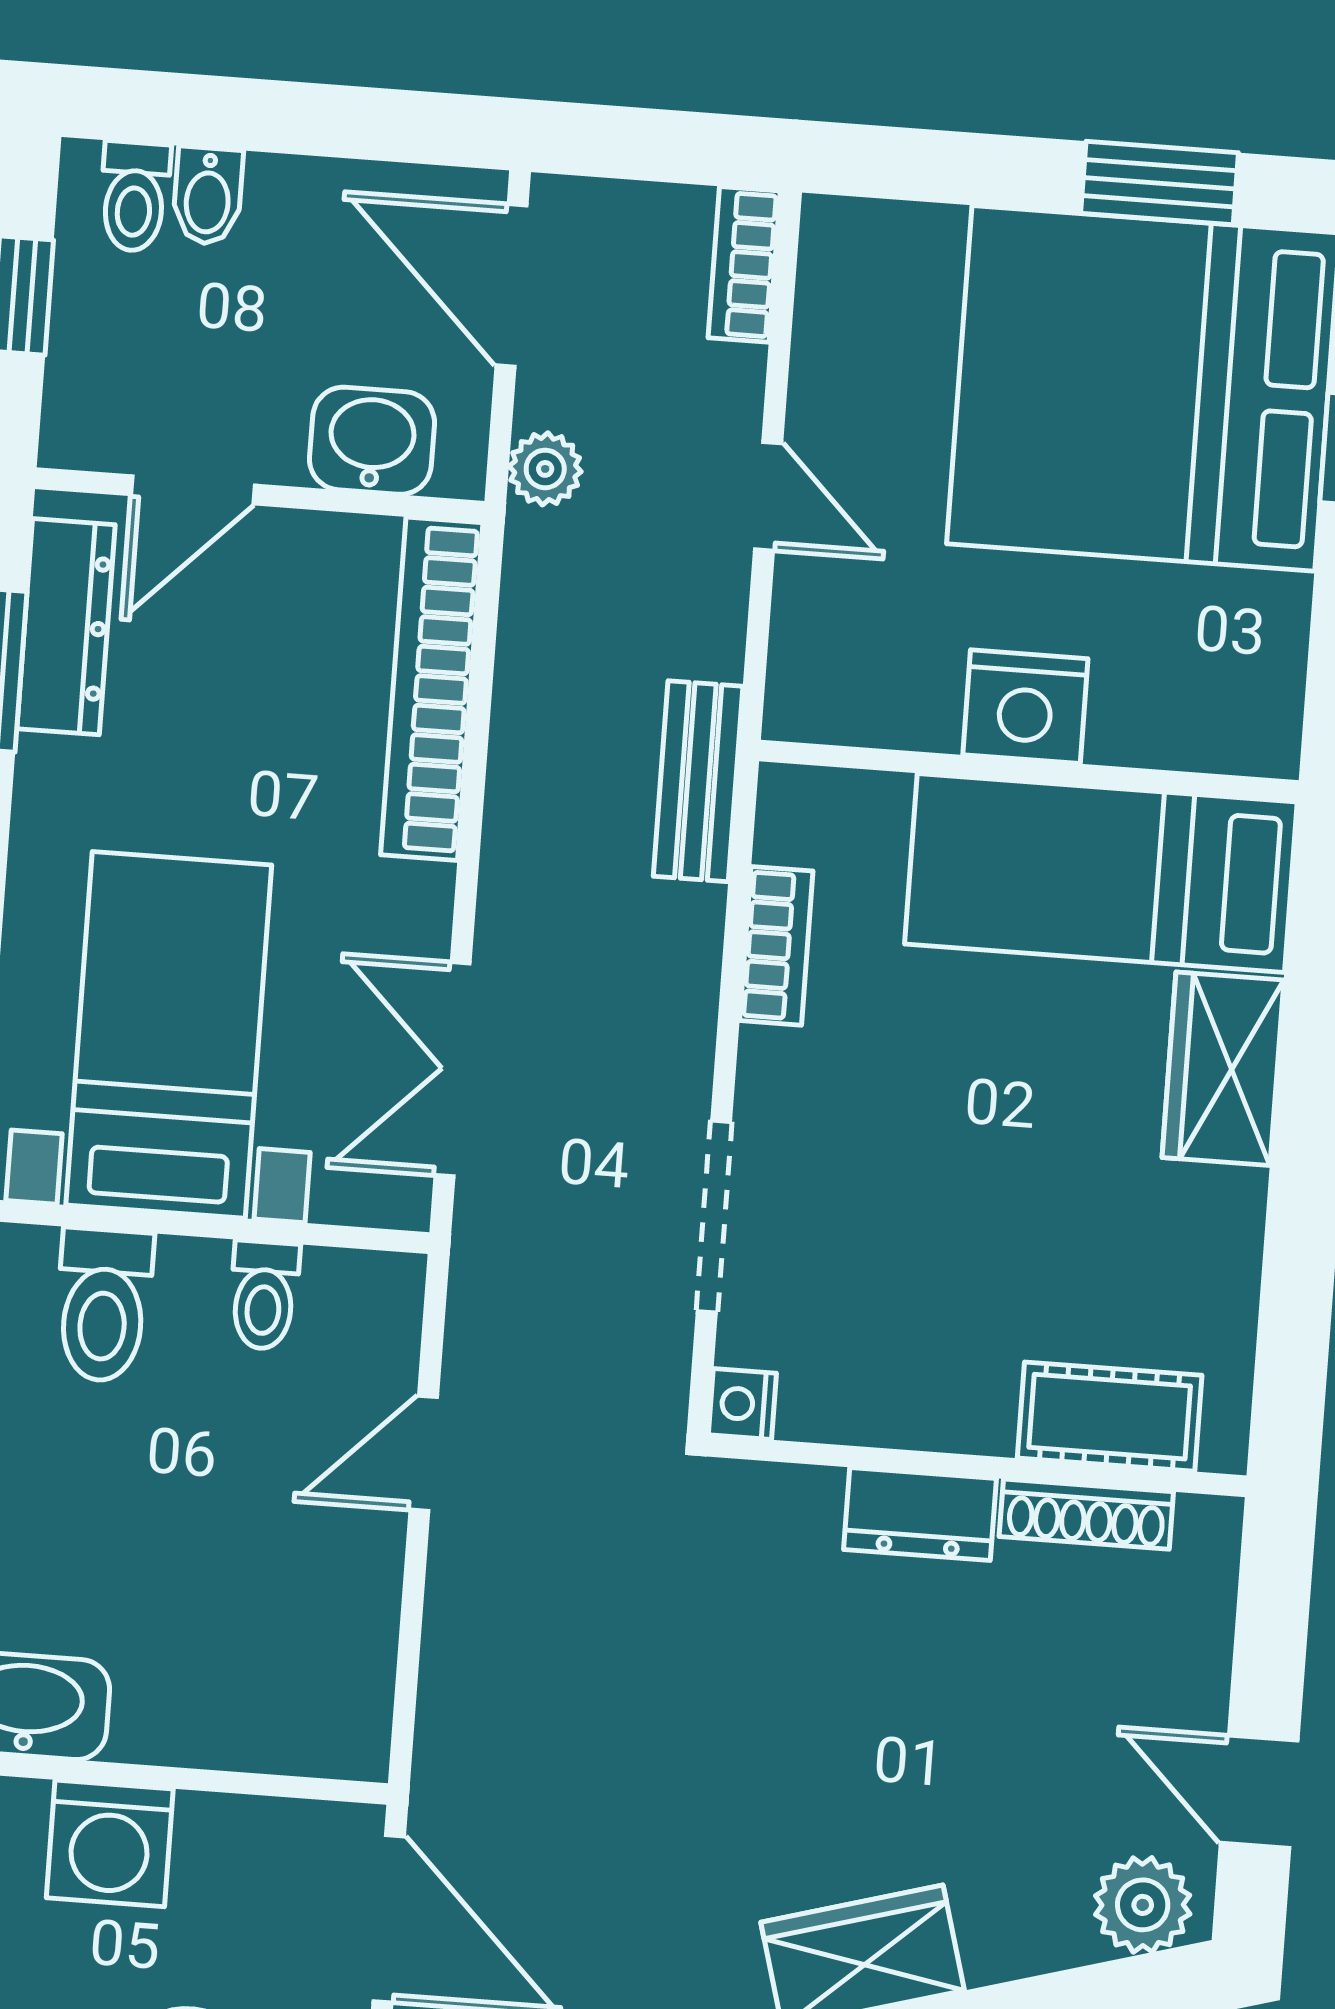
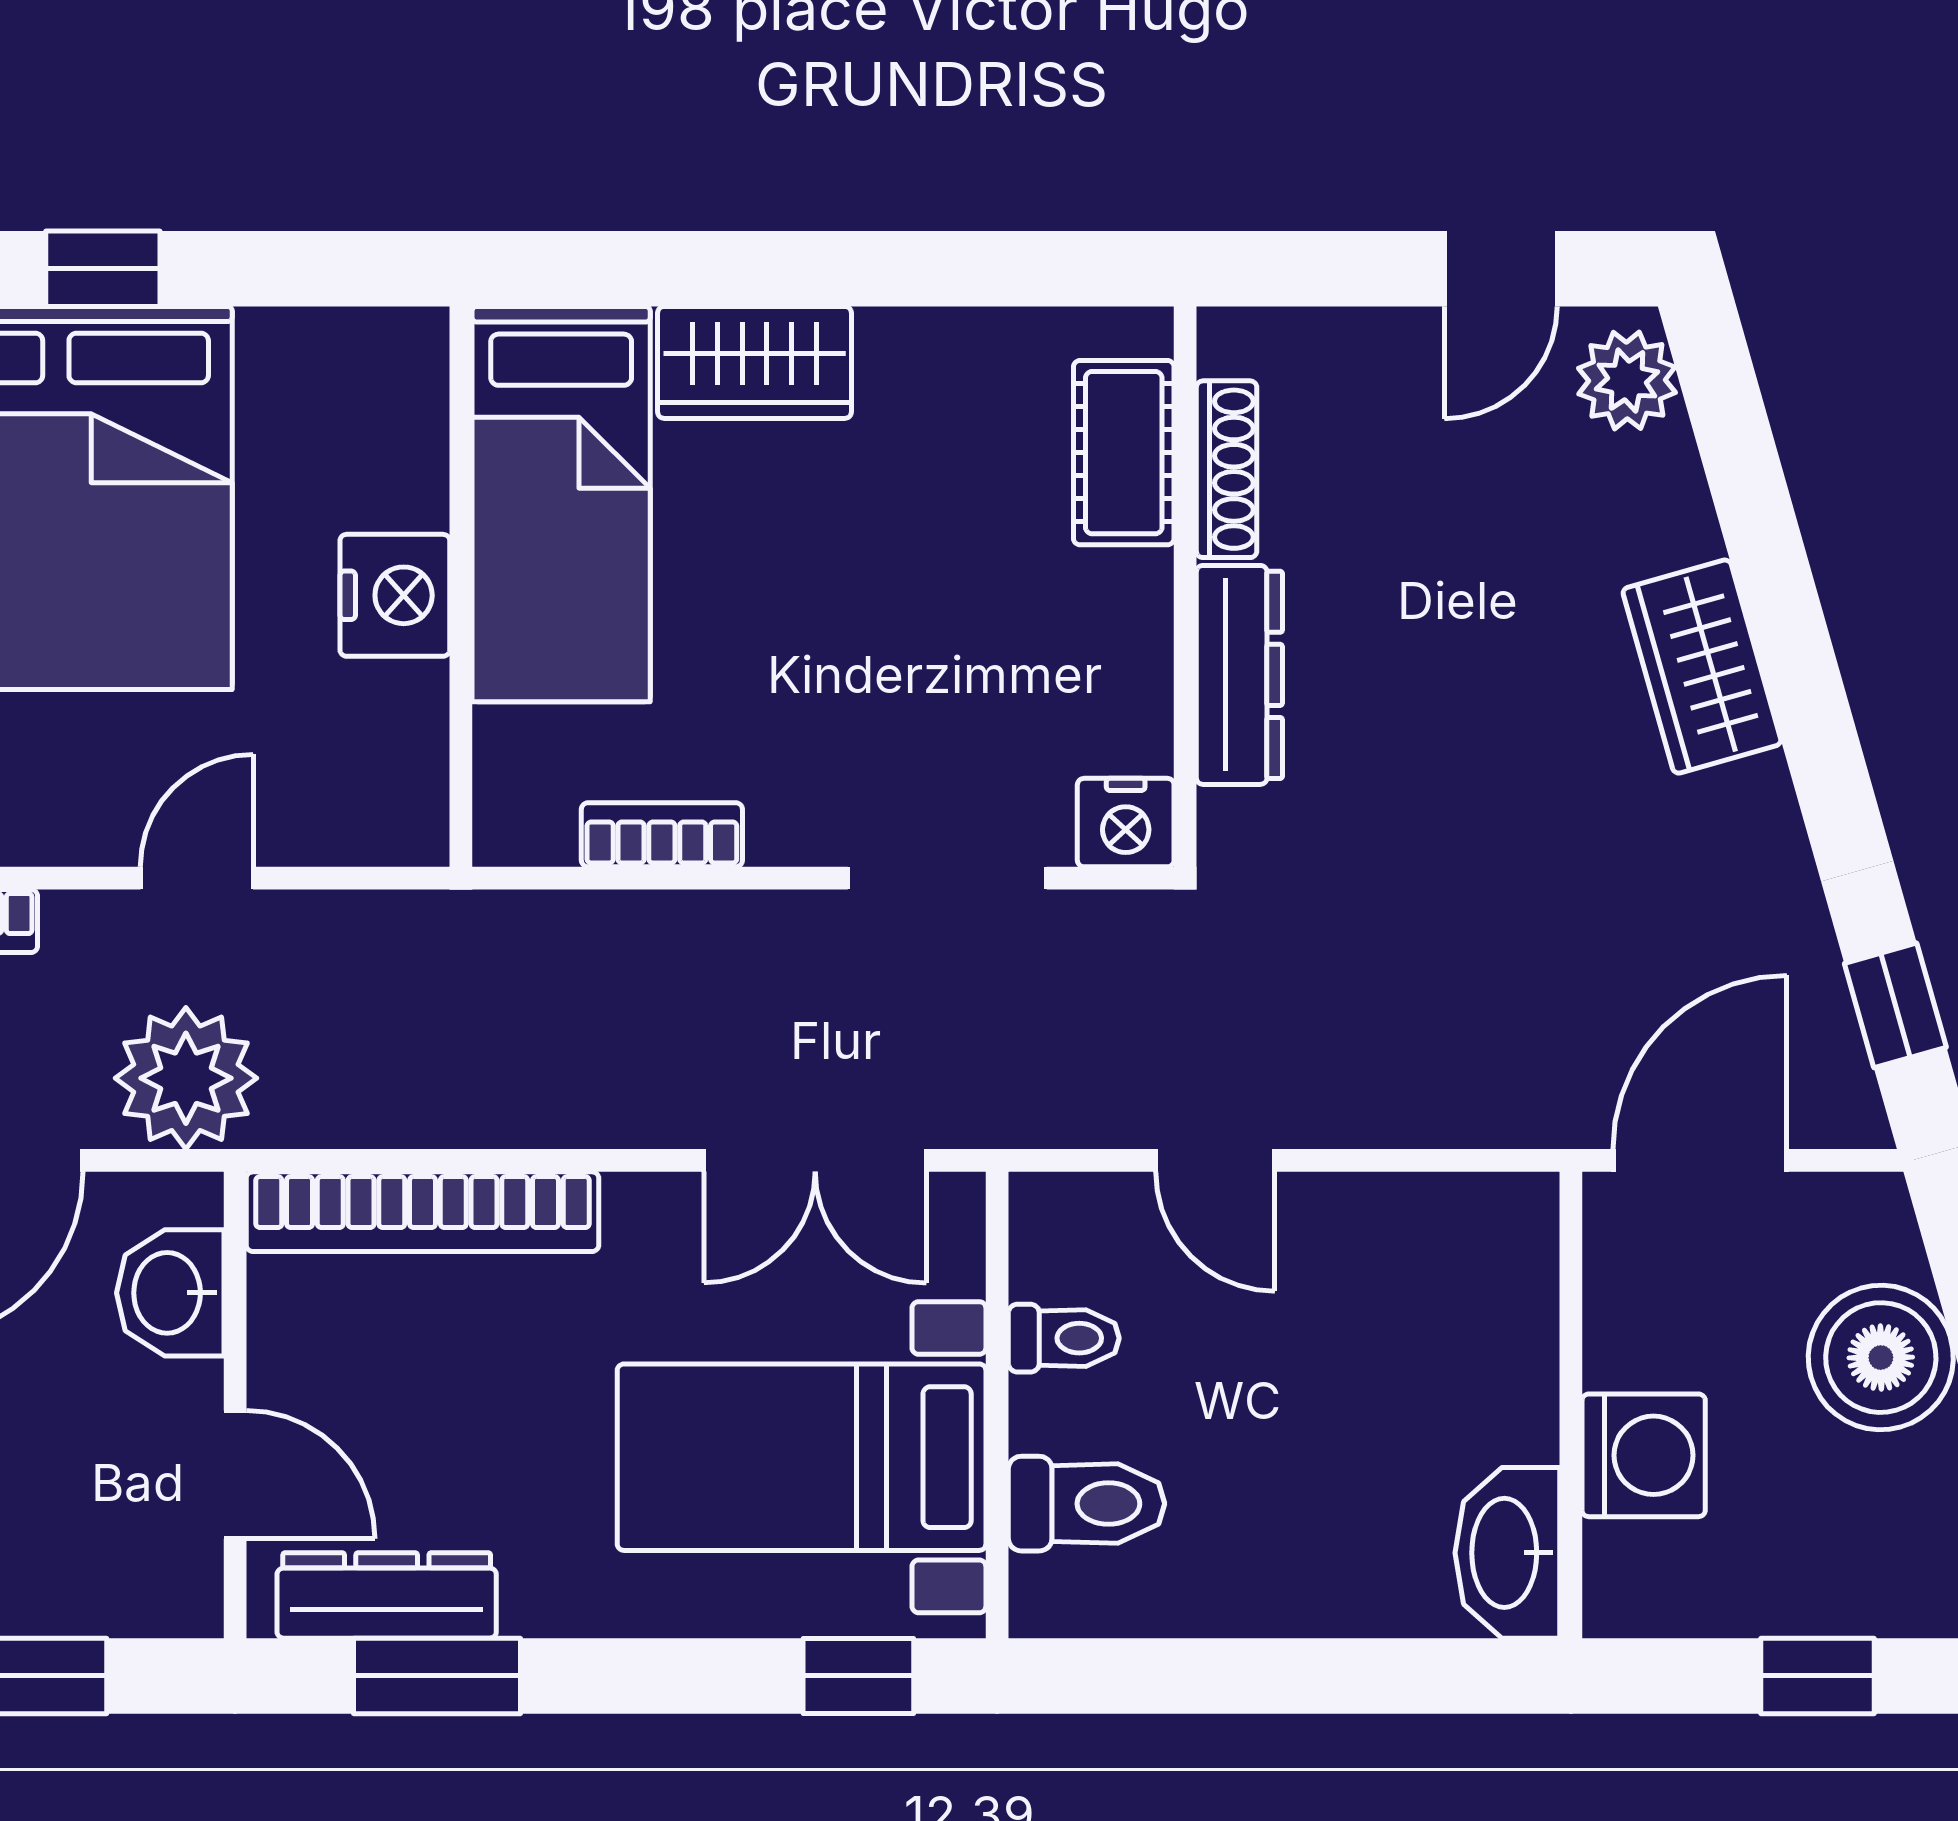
plant: (545, 469) -> (186, 1078), width x1.88, depth x1.88
bench: (698, 781) -> (498, 928), removed
nightstand: (742, 1404) -> (1126, 823), width x1.39, depth x1.35
dresser: (920, 1514) -> (1239, 675), width x1.44

